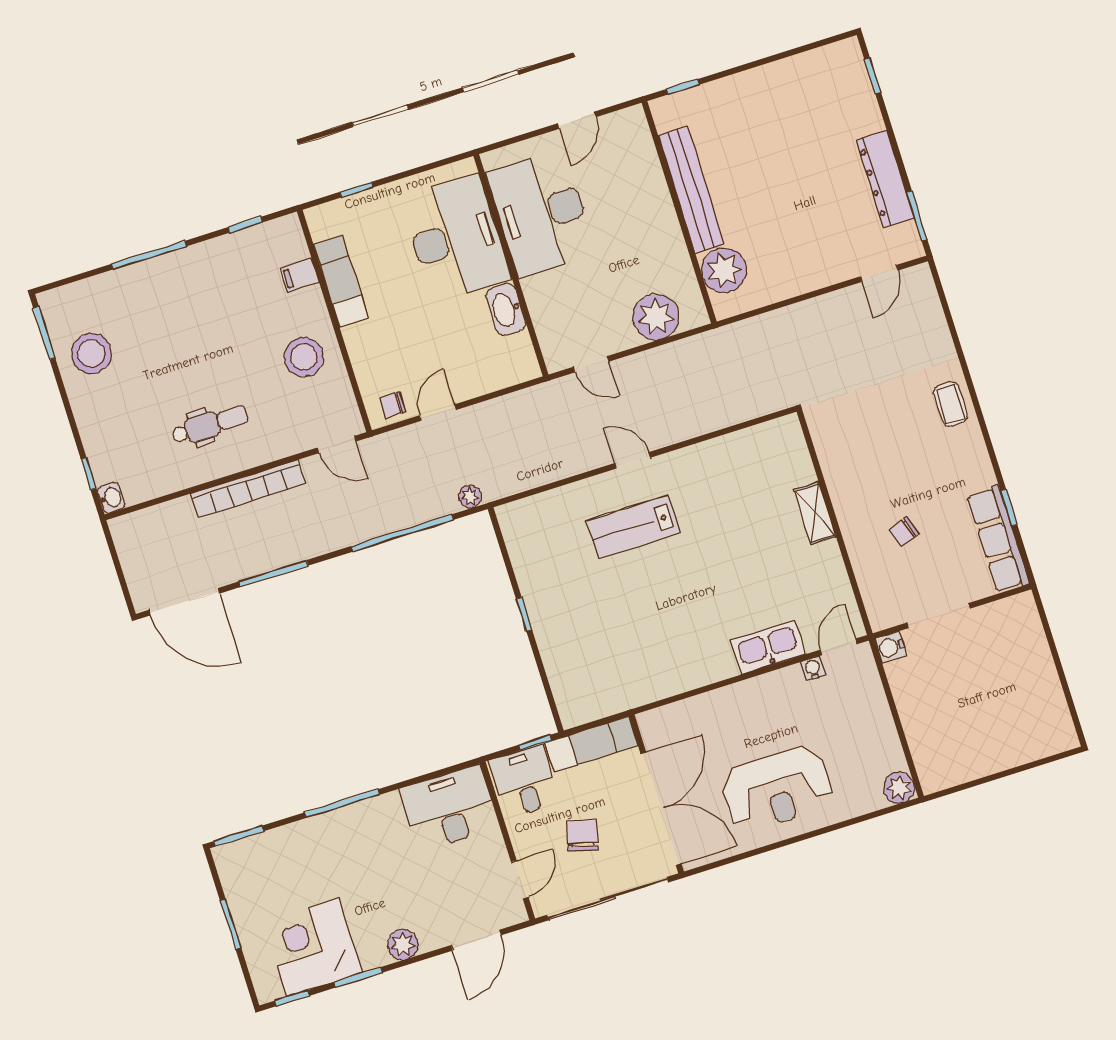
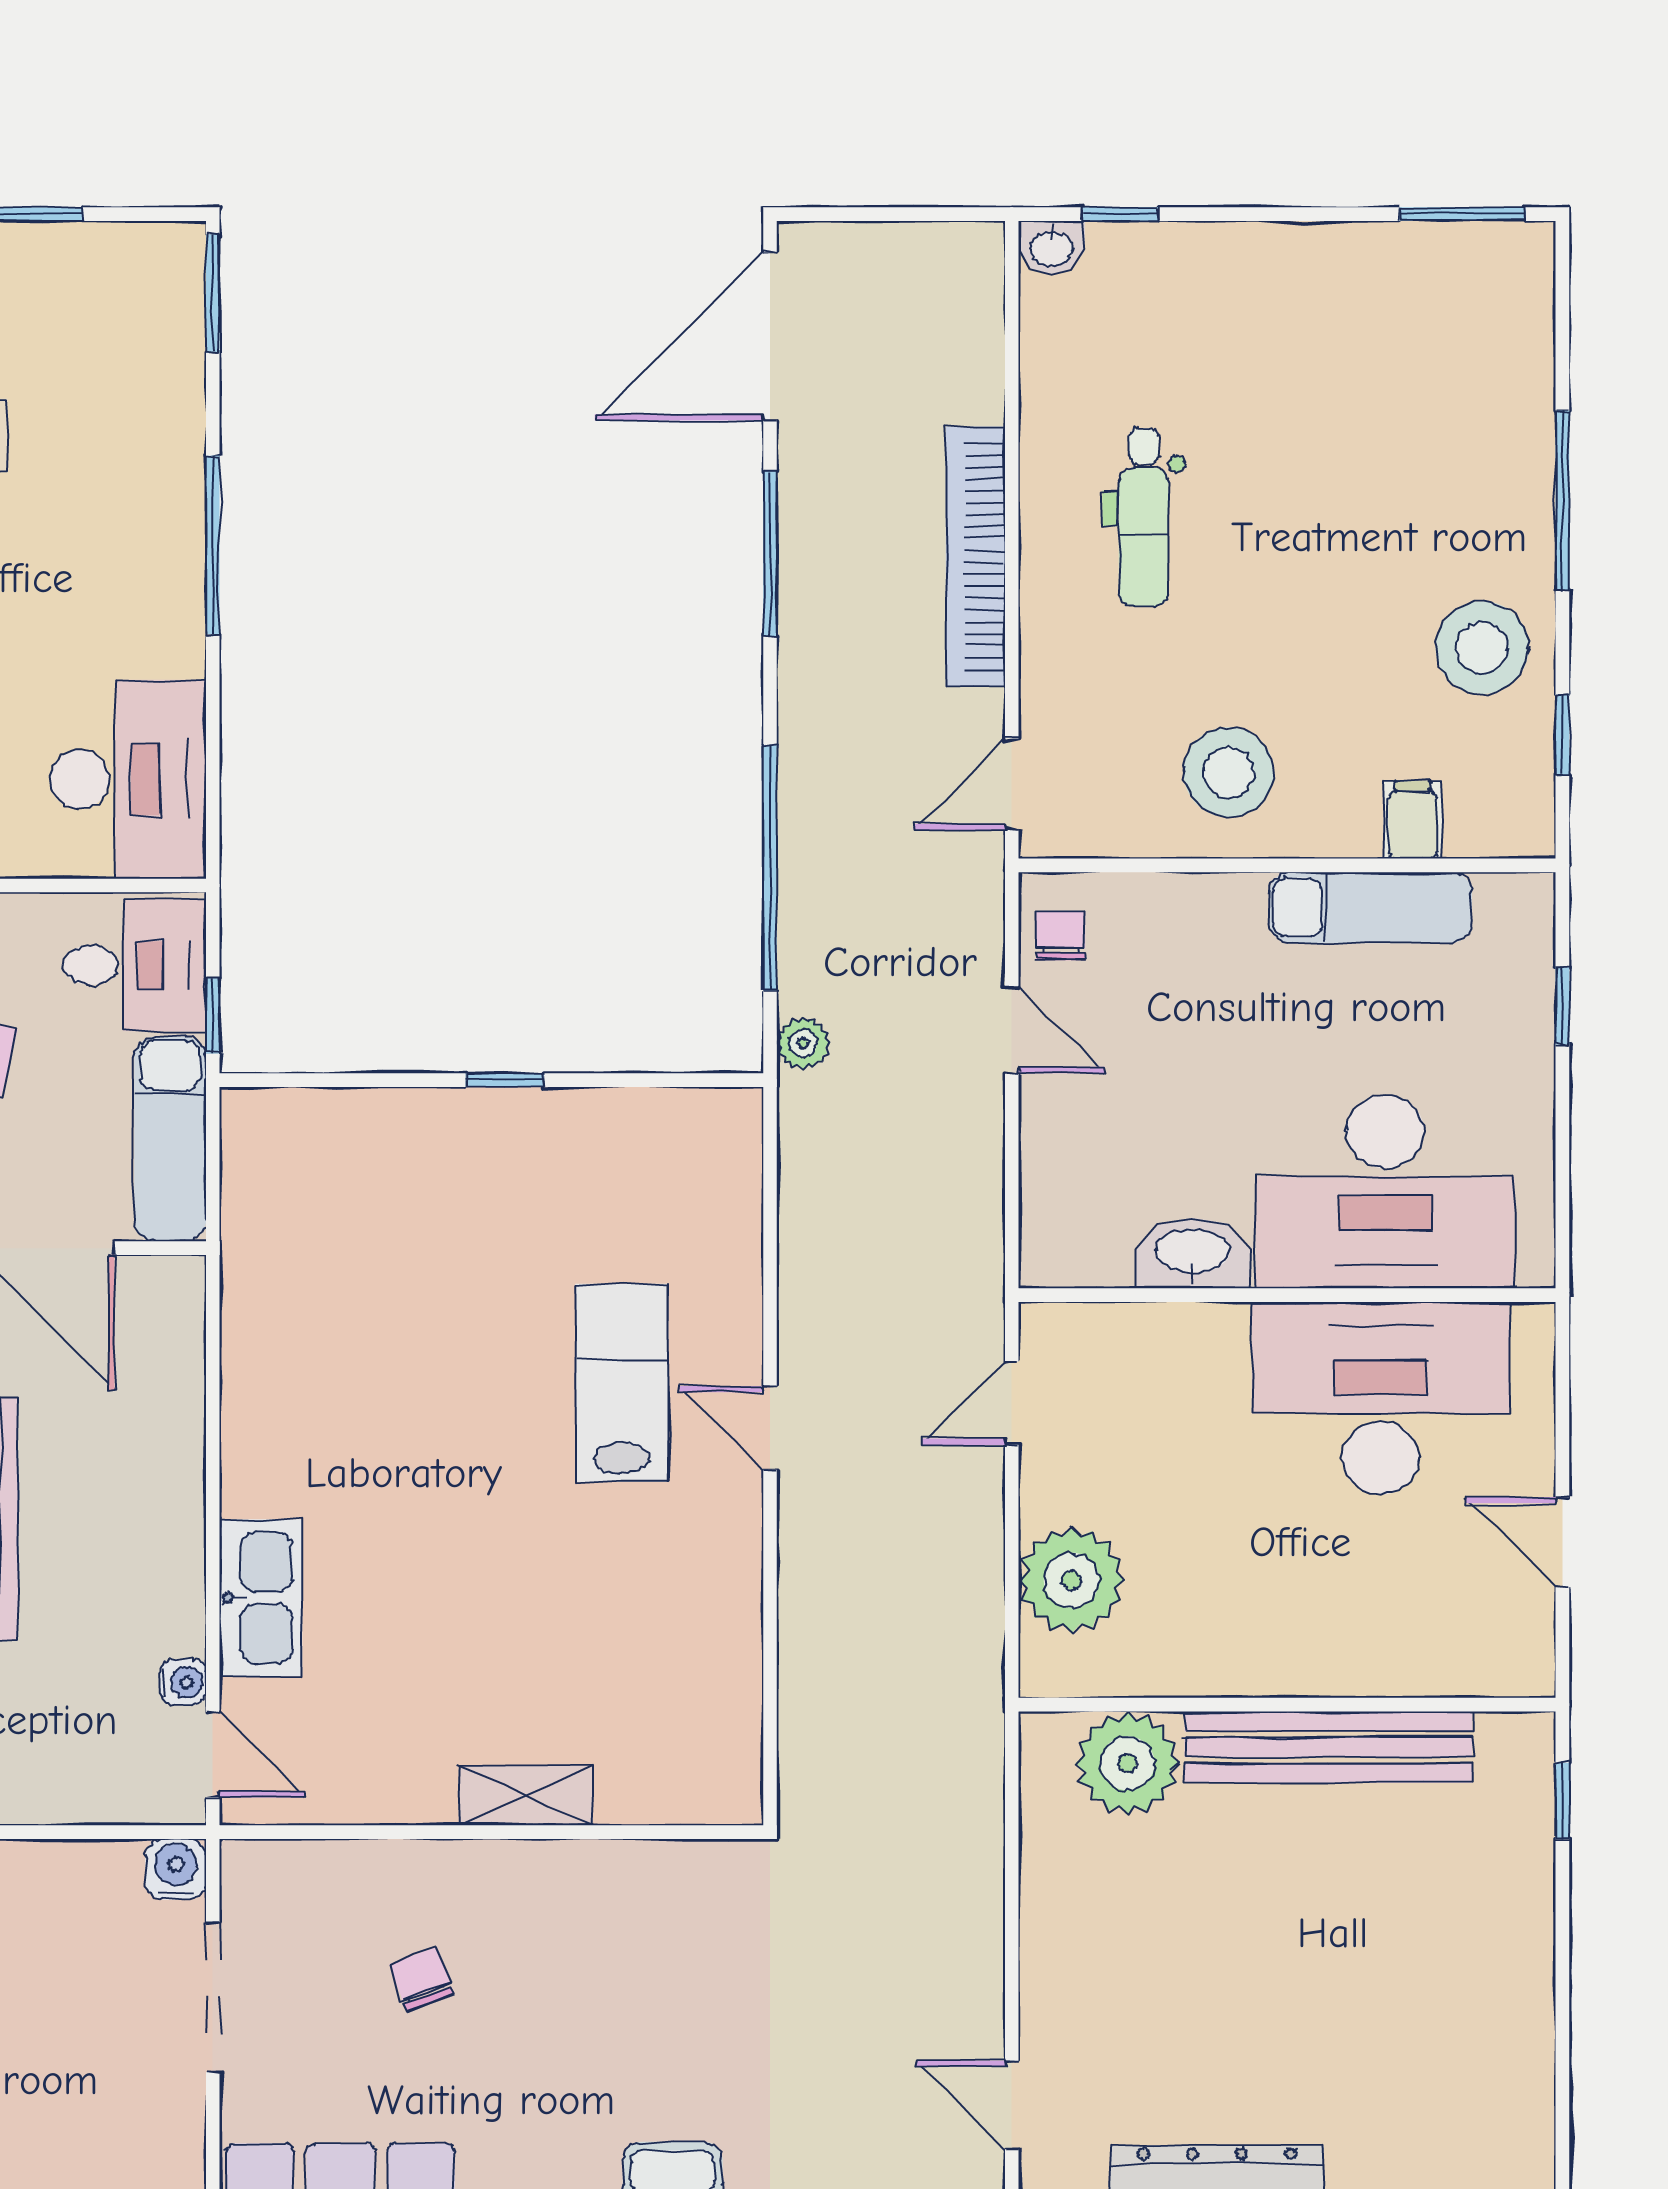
stool: (91, 353) -> (1482, 648), moved
door: (632, 460) -> (770, 1428), swing flipped

